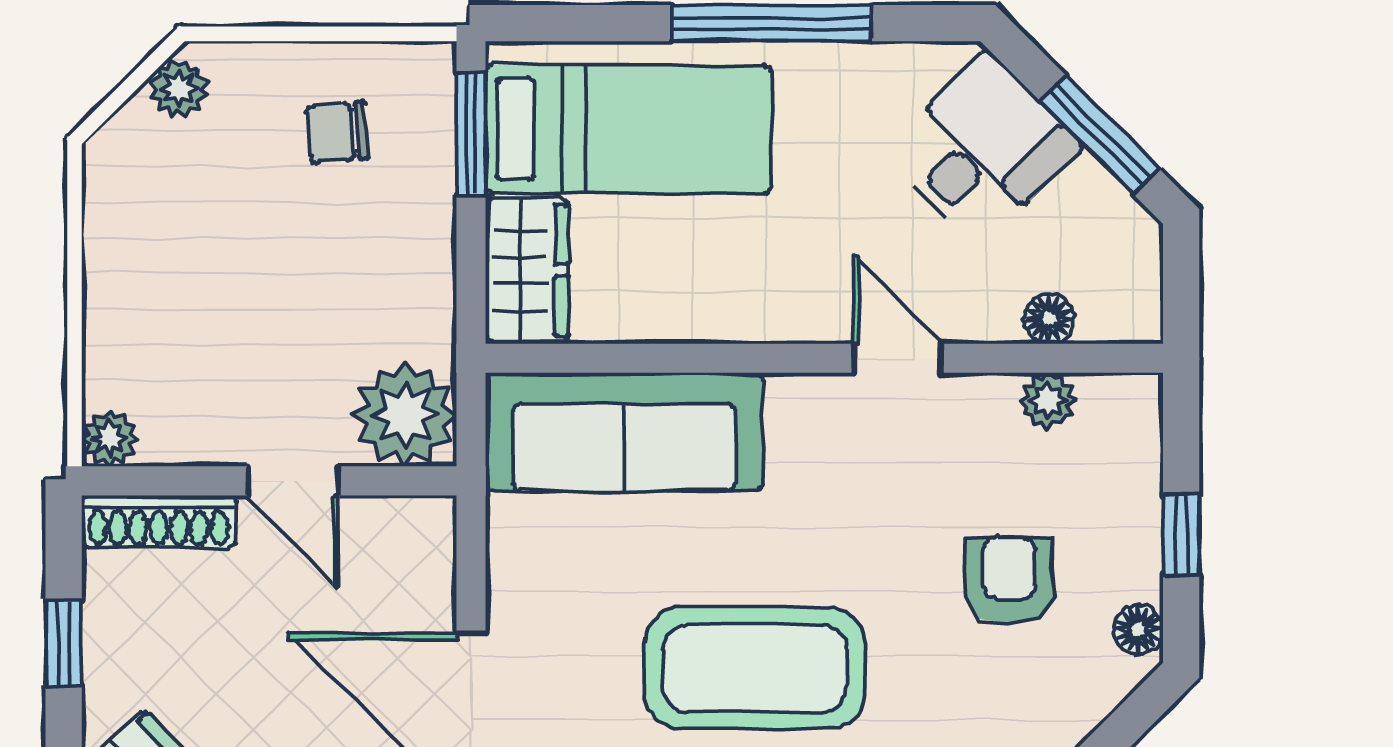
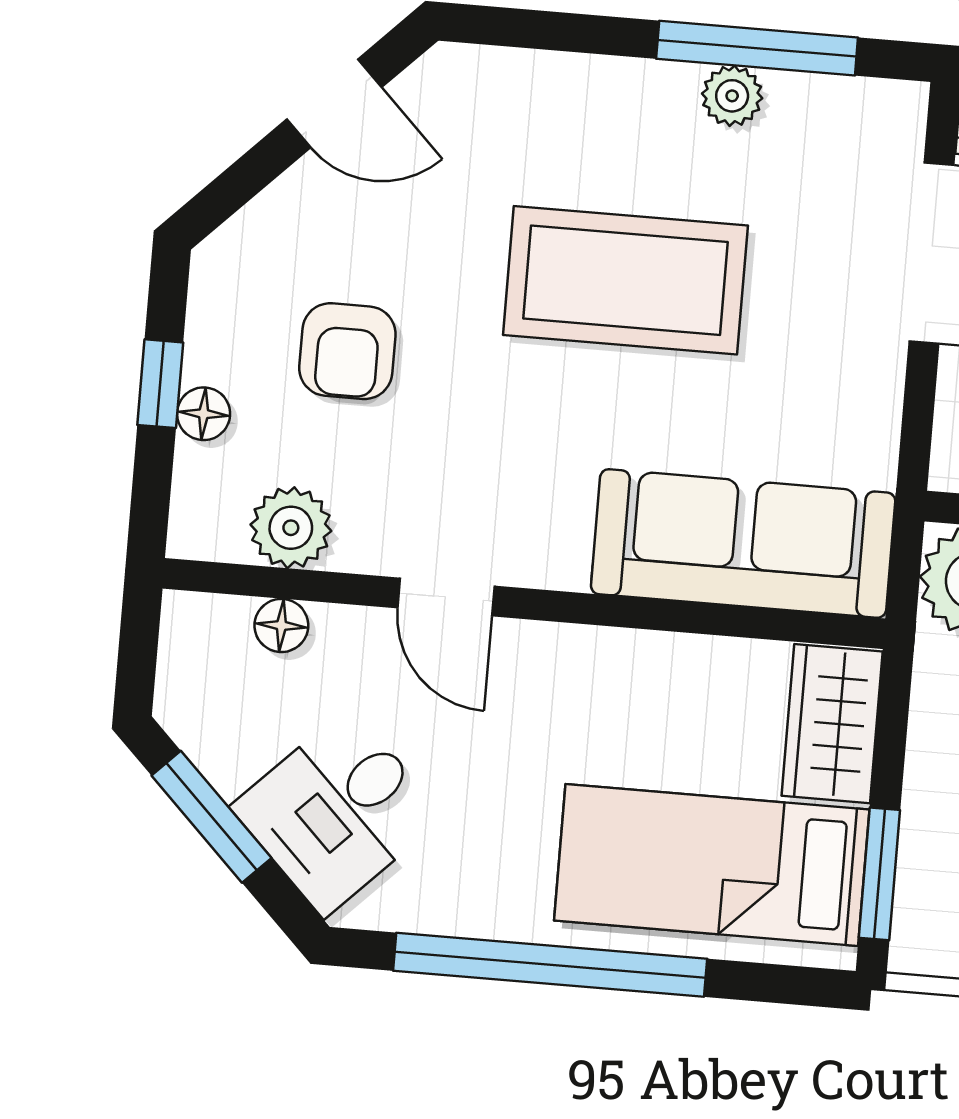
window: (771, 23) -> (550, 965), width x1.46
plant: (1048, 401) -> (291, 528), width x1.38, depth x1.38
floor lamp: (1138, 630) -> (204, 414), moved

